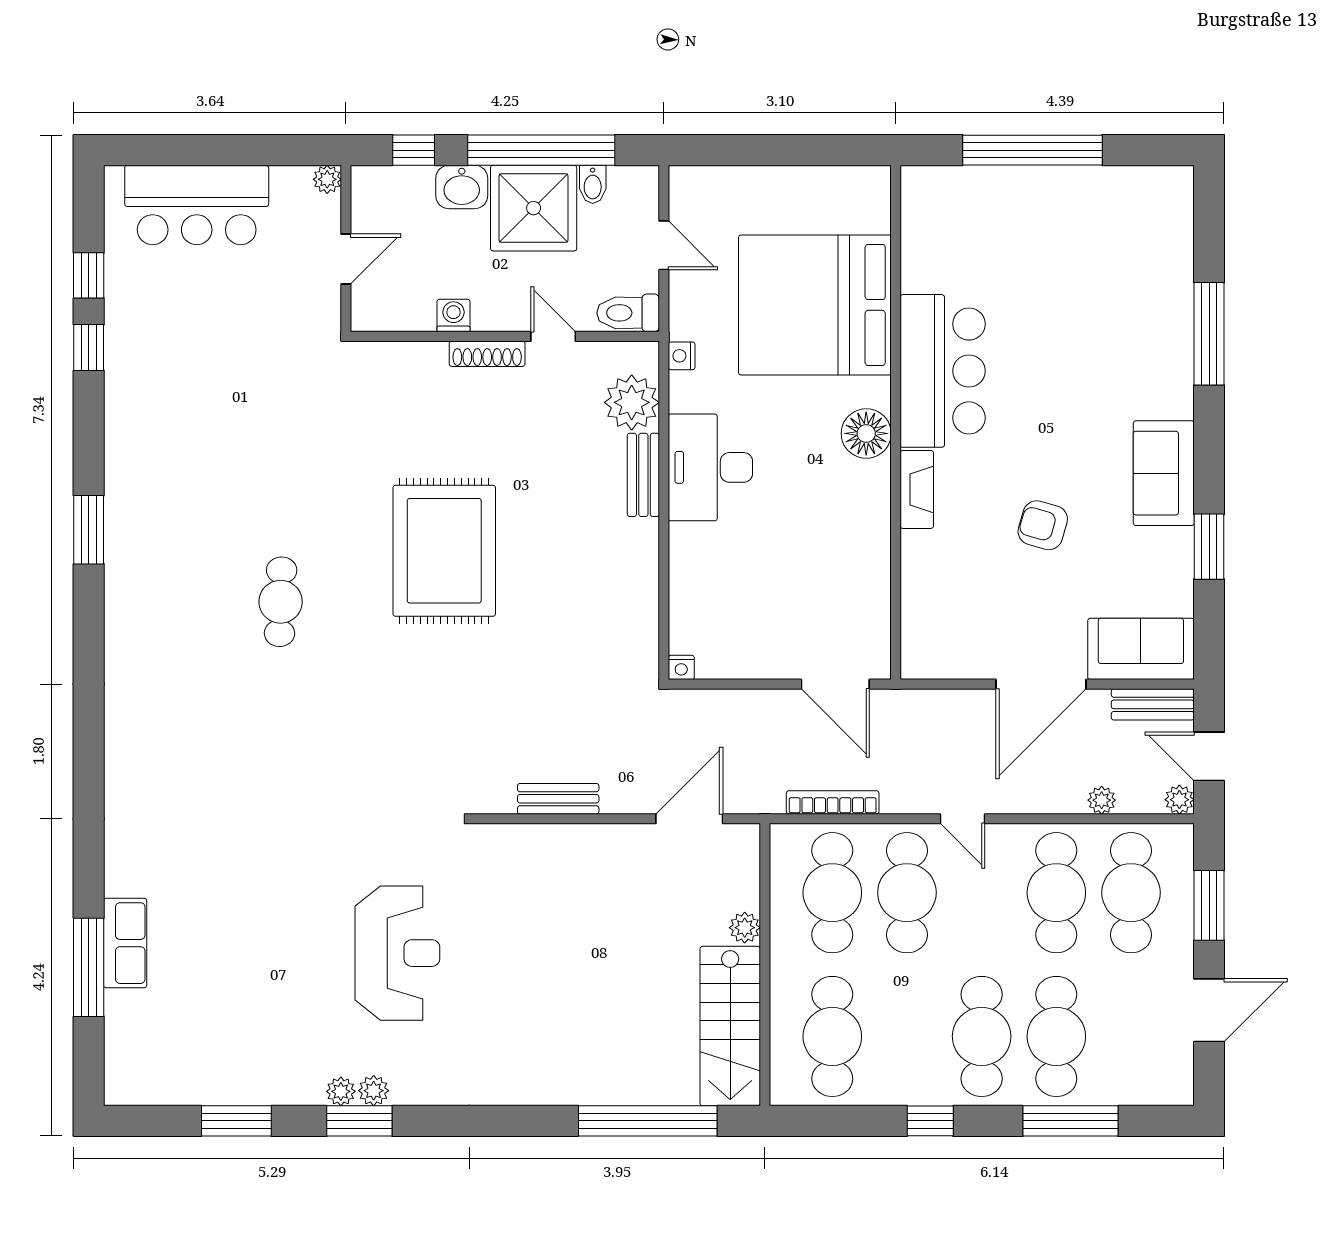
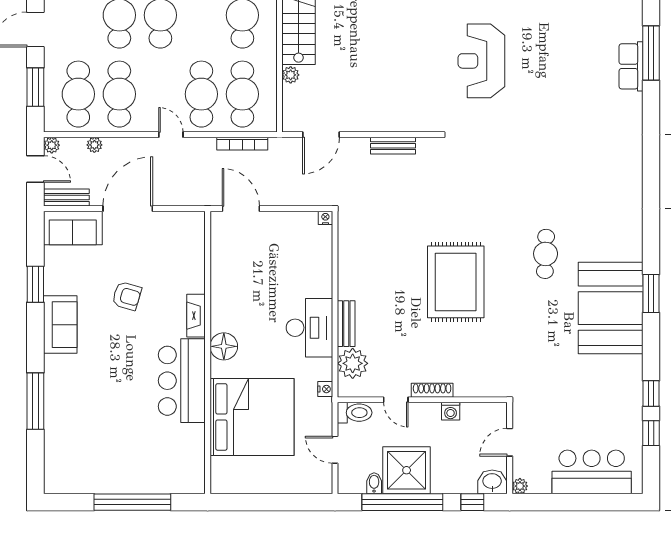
washbasin: (462, 187) -> (492, 482), moved
booth: (162, 503) -> (611, 308), added

